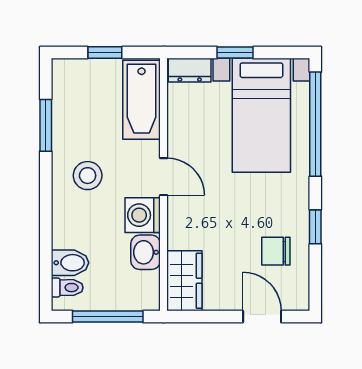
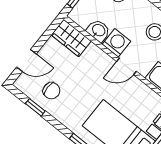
window: (315, 227) -> (35, 107), moved
chair: (276, 251) -> (51, 91), turned 90

